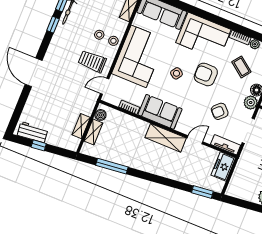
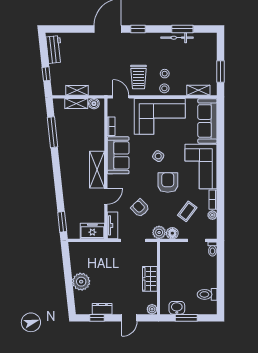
window: (53, 25) -> (138, 29), moved
trolley: (92, 61) -> (138, 77), turned 180
door: (195, 140) -> (106, 196), hinge flipped
window: (39, 145) -> (46, 74), moved

